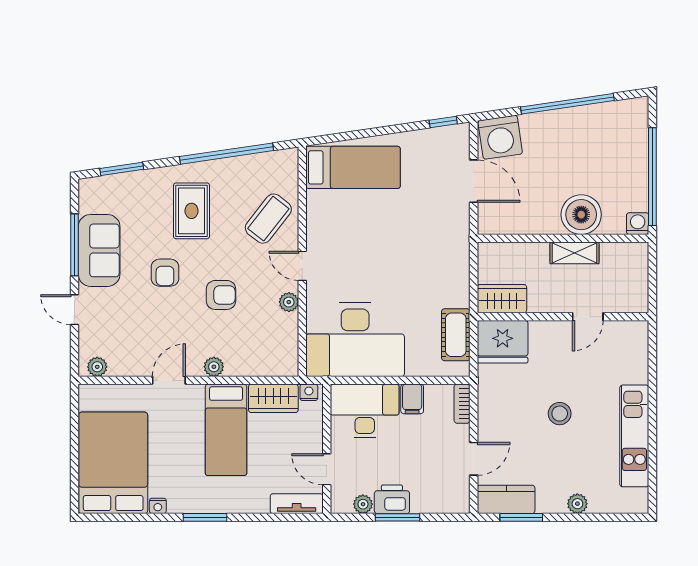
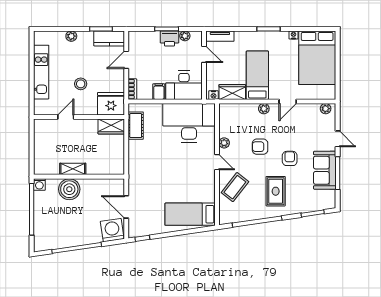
wardrobe: (502, 299) -> (111, 127), moved
wall: (563, 317) -> (79, 117), moved
door: (588, 317) -> (66, 117), moved
fridge: (503, 342) -> (111, 104), moved

